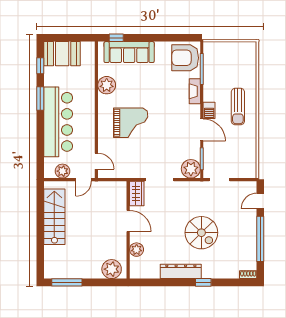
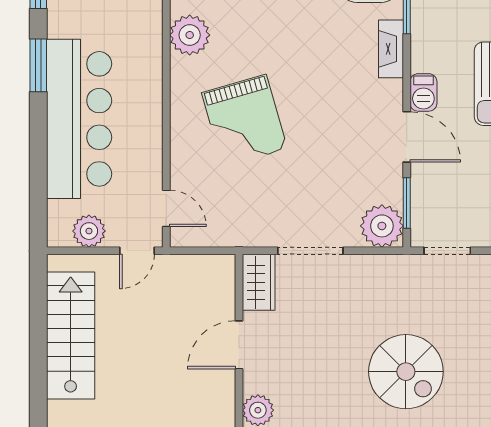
grand piano: (131, 123) -> (244, 121), turned 74
door: (128, 221) -> (239, 345), swing flipped

